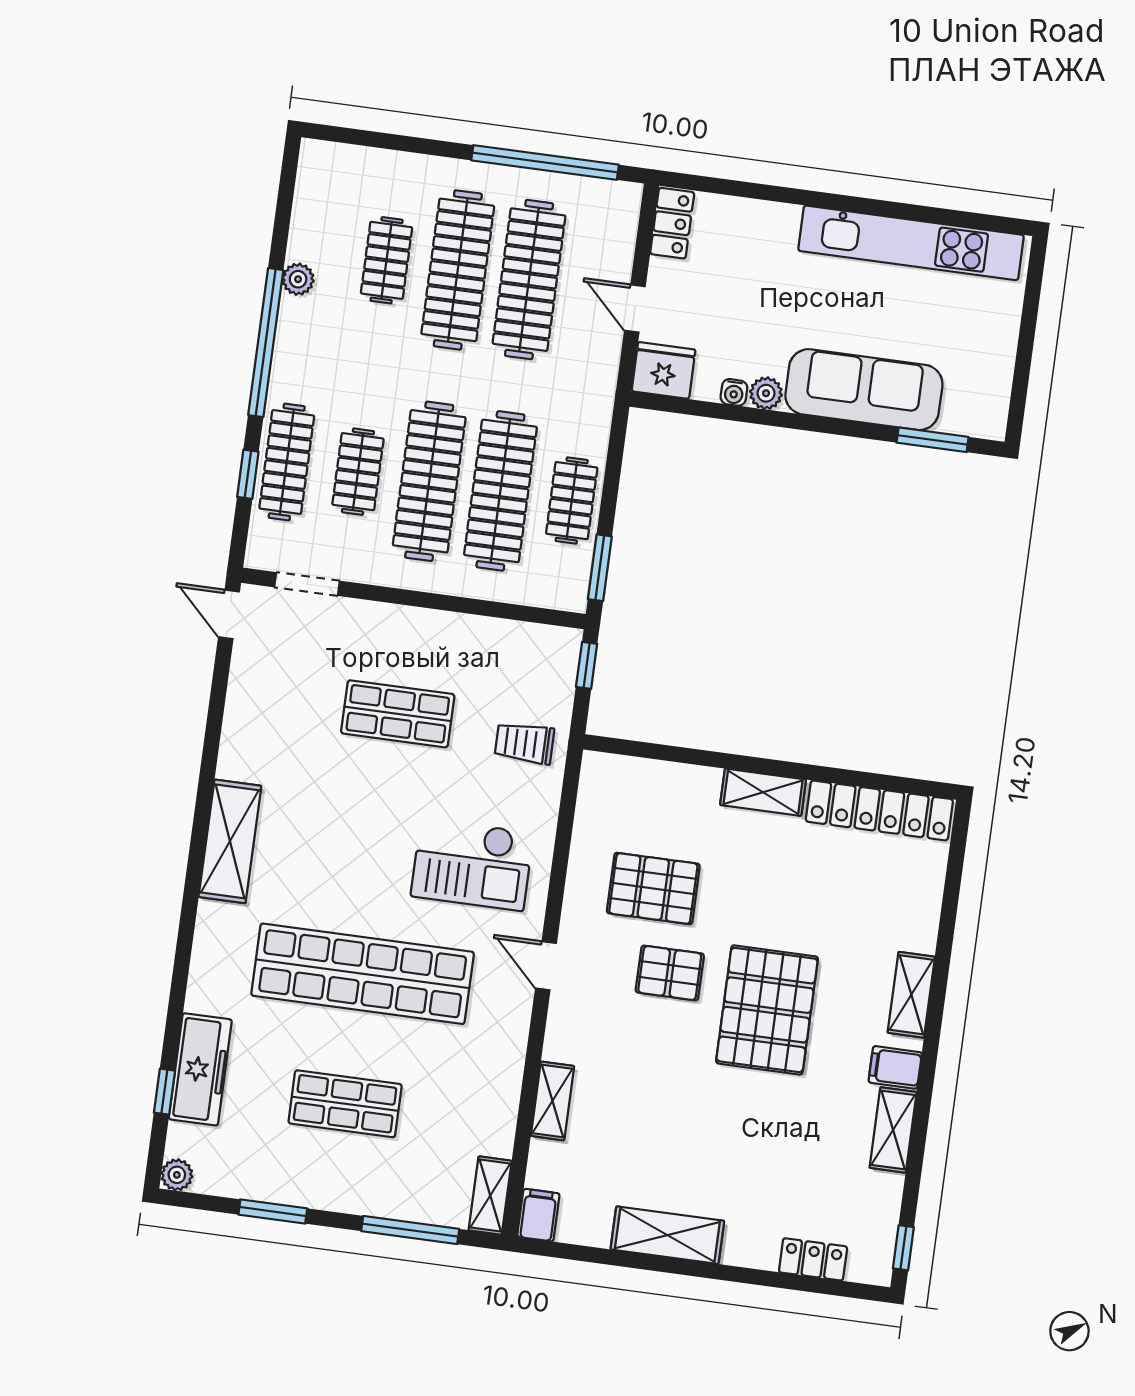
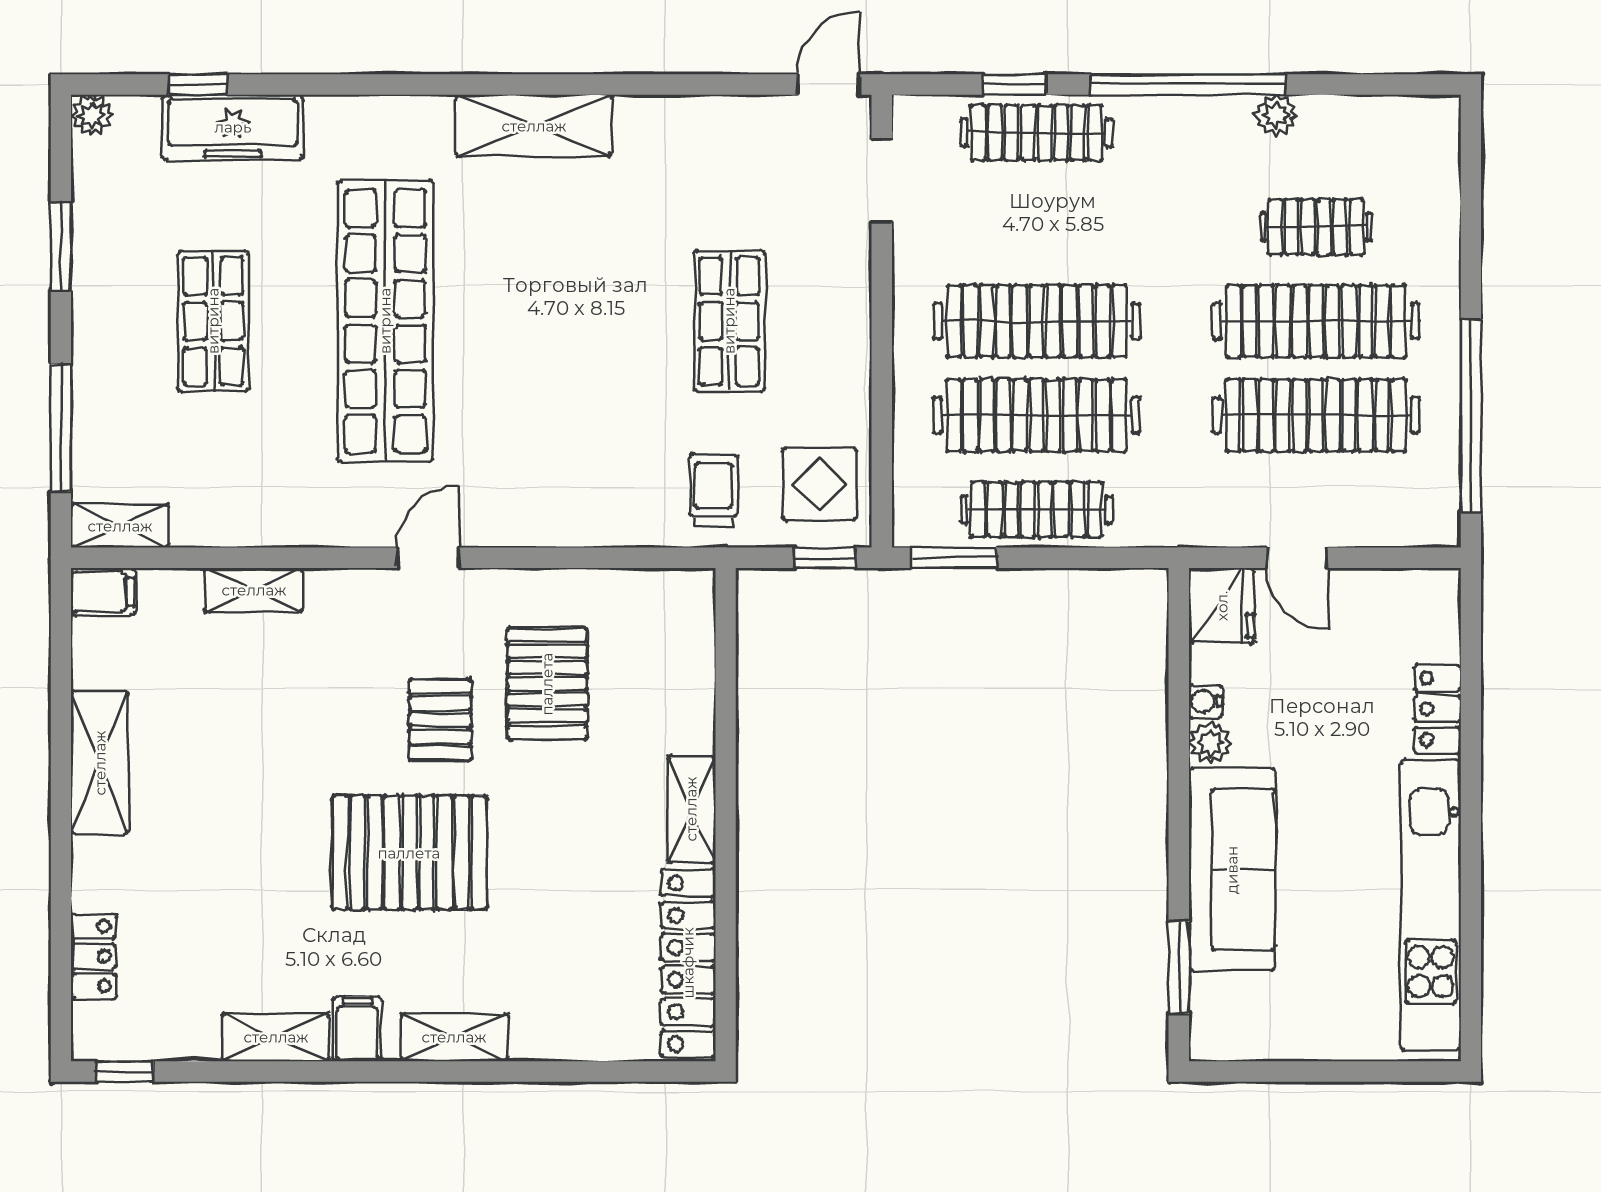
locker: (672, 223) -> (1437, 709), moved, turned 90
door: (635, 309) -> (1297, 558), swing flipped
clothes rail: (358, 472) -> (1037, 227), removed
clothes rail: (572, 501) -> (1037, 510), width x1.36
display table: (530, 662) -> (820, 484), added
checkout: (472, 864) -> (547, 444), removed

